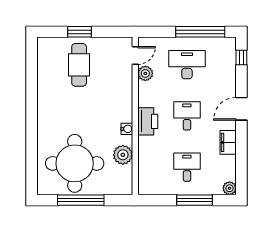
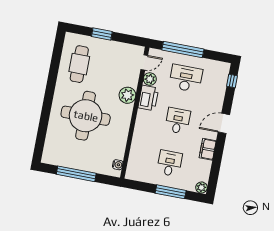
window: (200, 32) -> (183, 50), moved
cafe table: (79, 65) -> (79, 64), moved
printer: (148, 121) -> (148, 98), moved
water cooler: (127, 129) -> (118, 165), moved
plant: (123, 155) -> (127, 95), moved
round table: (75, 163) -> (86, 116), moved

